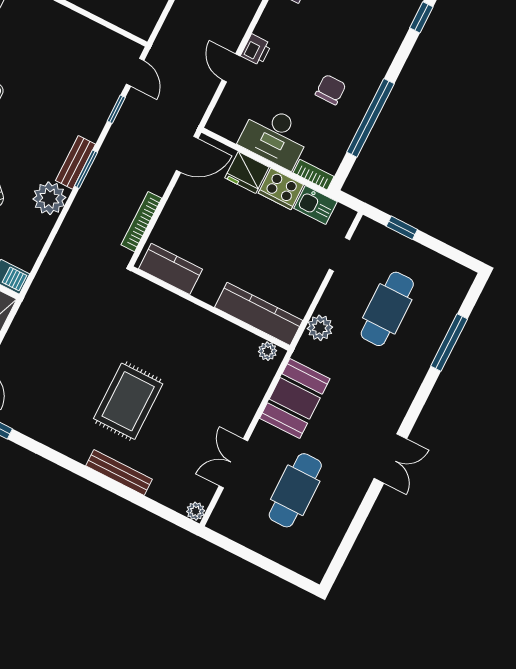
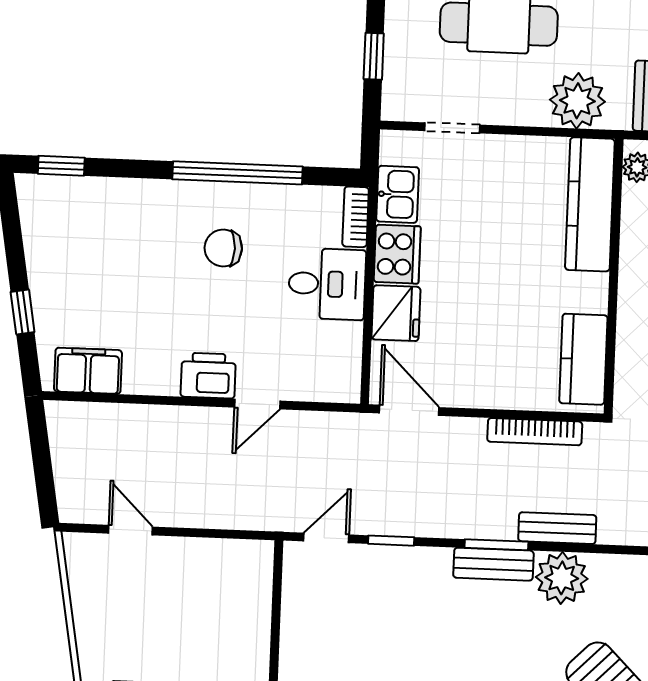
printer: (256, 50) -> (208, 376), width x1.36, depth x1.24
desk: (275, 136) -> (327, 284), width x0.73
bench: (79, 209) -> (557, 528), added
plant: (320, 328) -> (577, 101), width x1.36, depth x1.36

